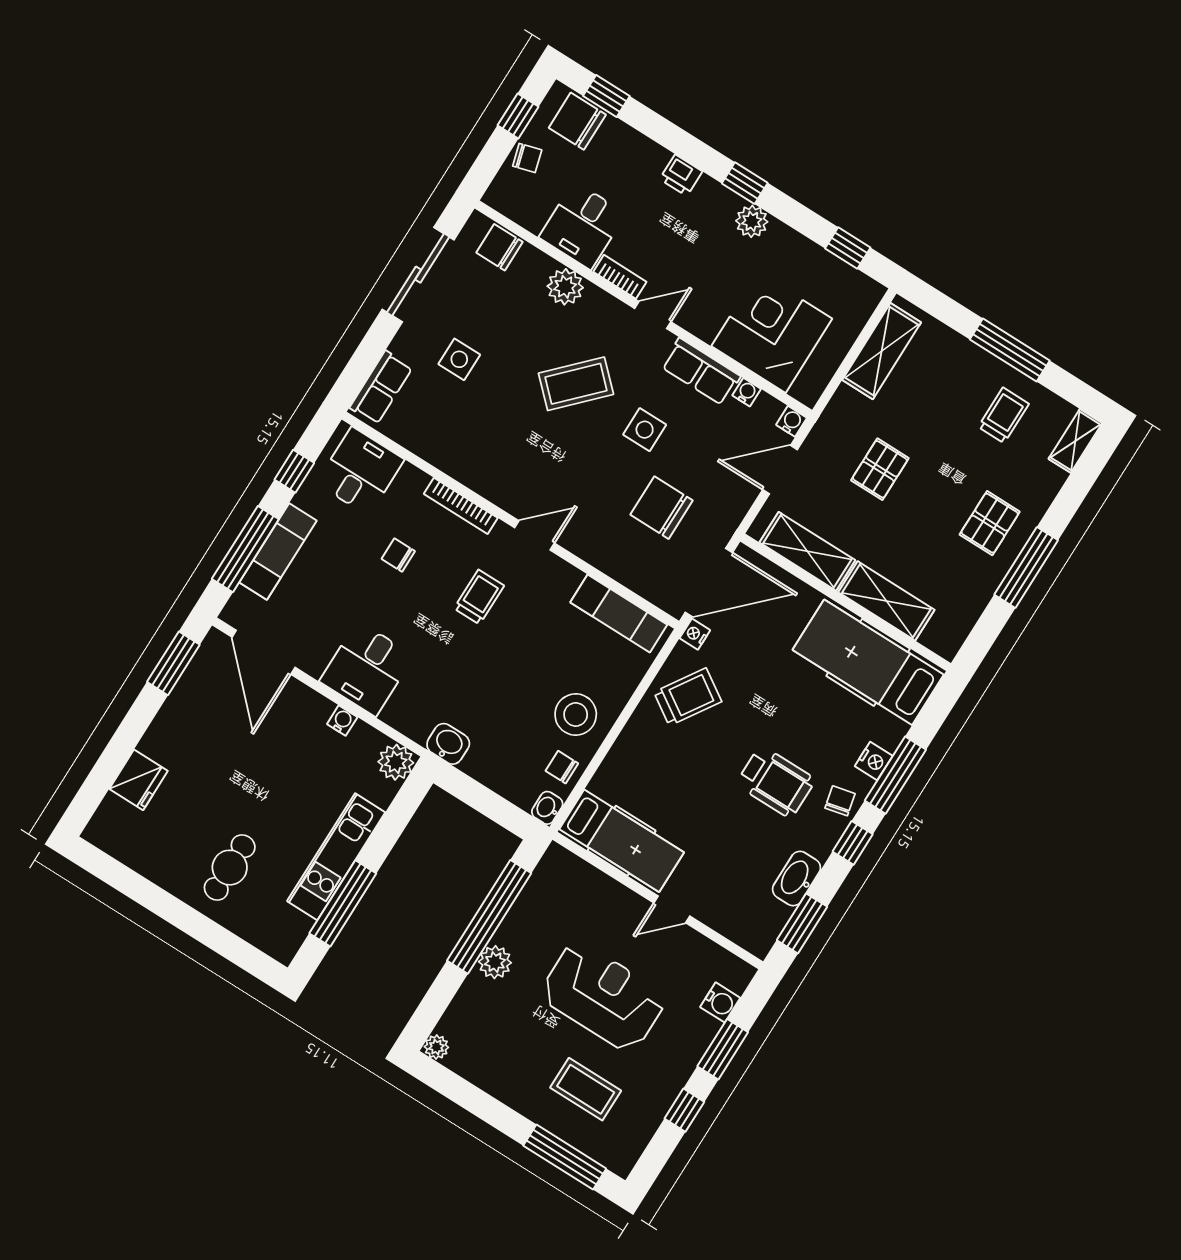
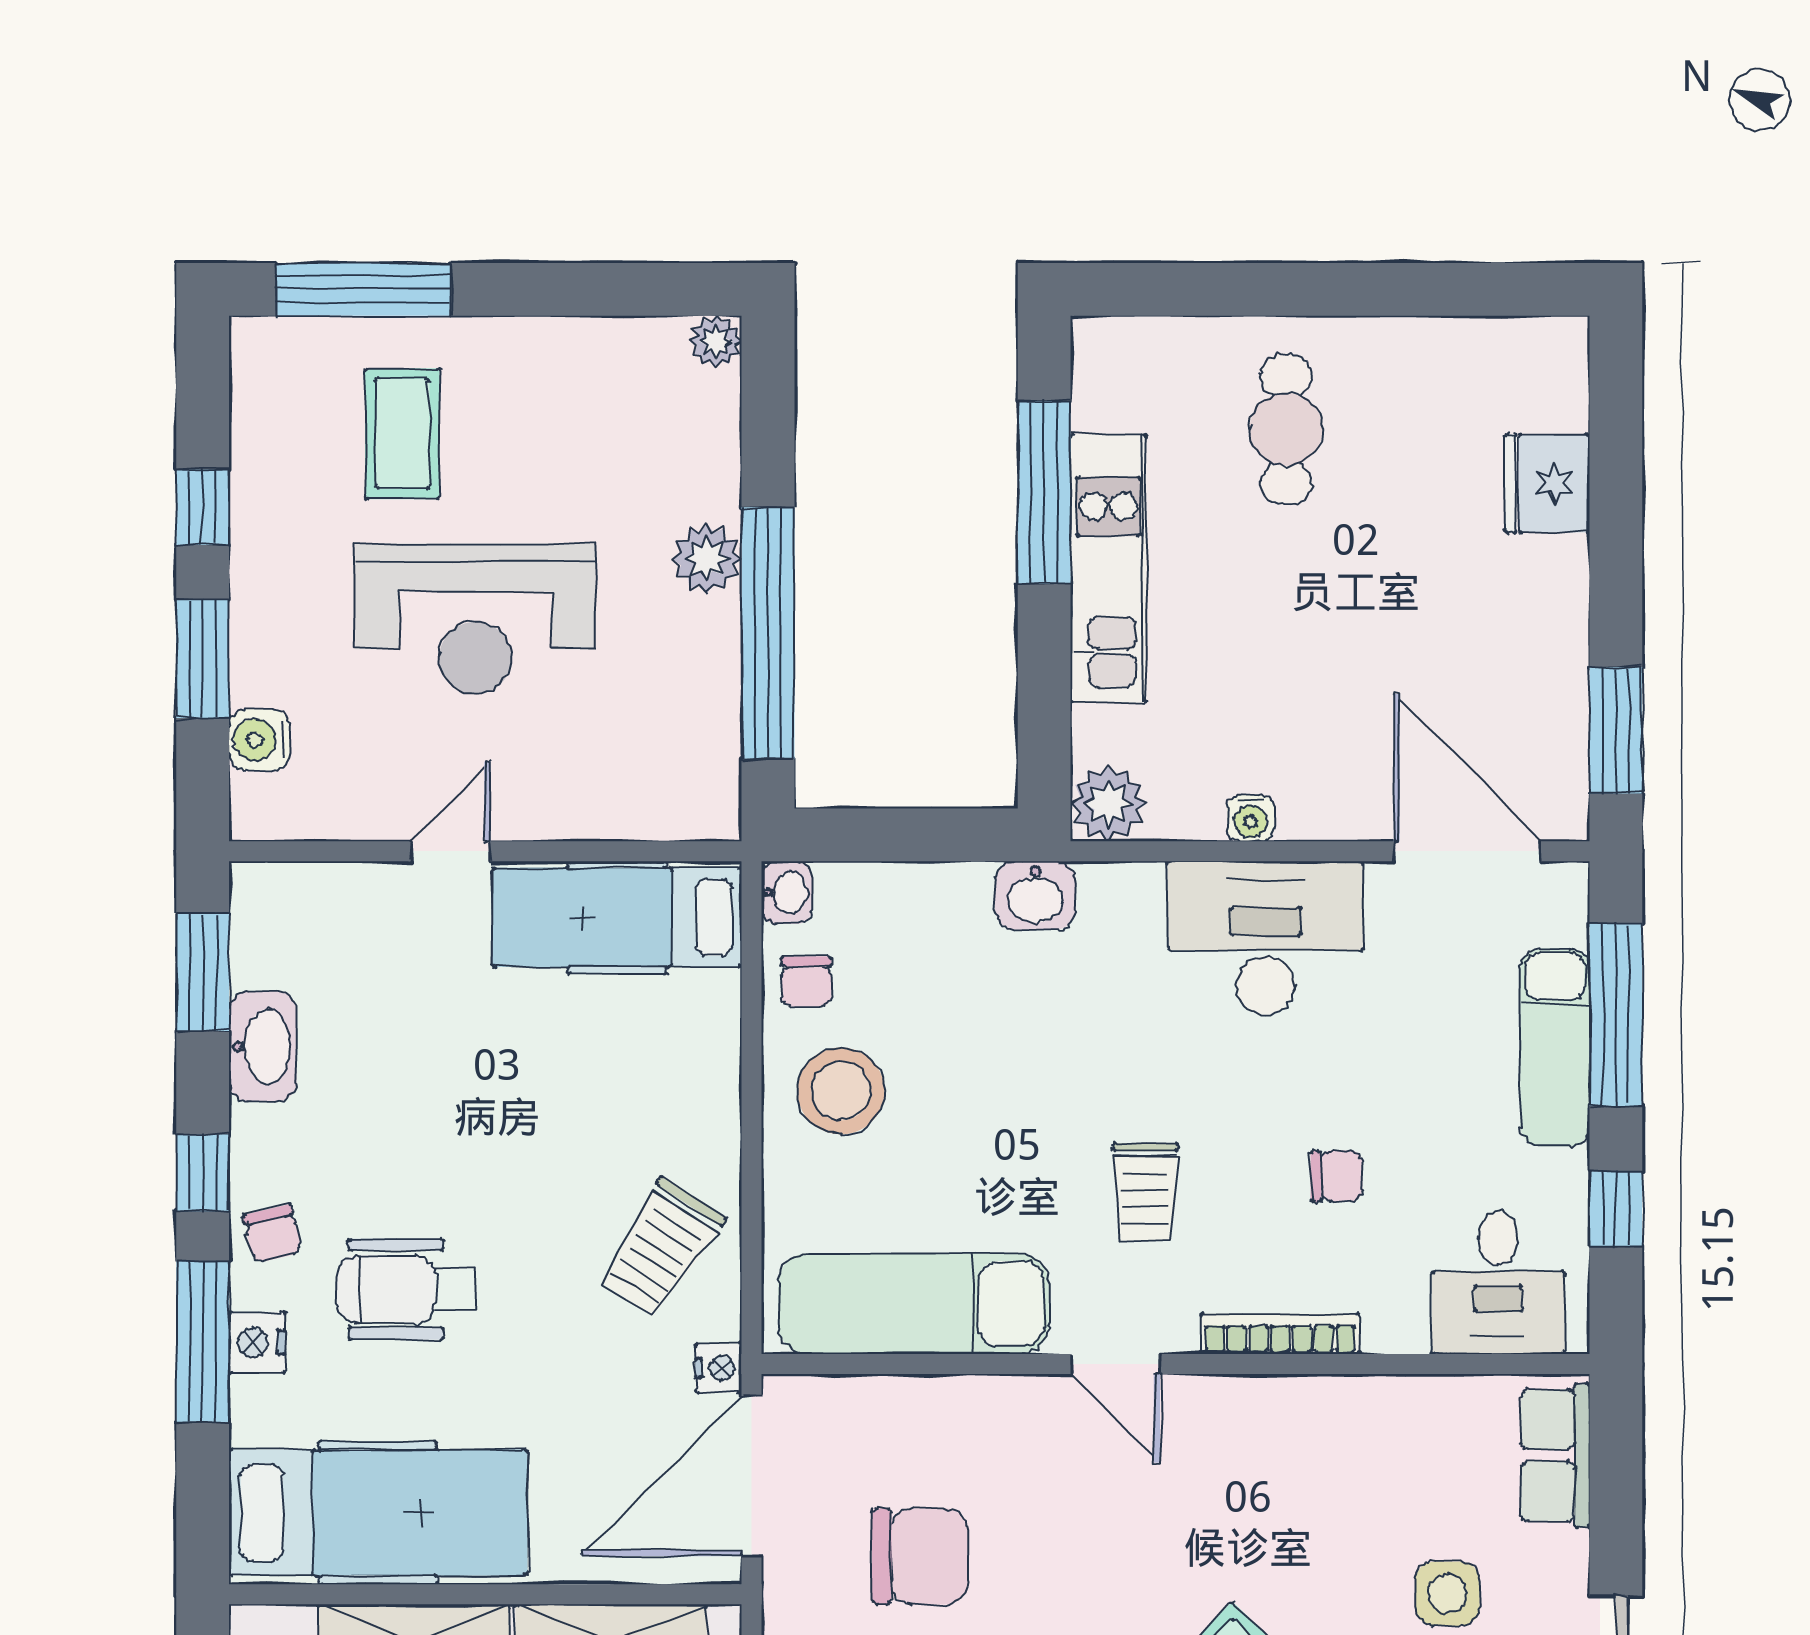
door: (534, 535) -> (1116, 1364), hinge flipped
exam couch: (619, 614) -> (913, 1304), width x1.36, depth x1.45
desk: (367, 669) -> (1265, 938), width x1.37
chair: (562, 767) -> (807, 982), turned 90
wheelchair: (776, 782) -> (407, 1289), moved
coffee table: (586, 1089) -> (402, 434), turned 90

